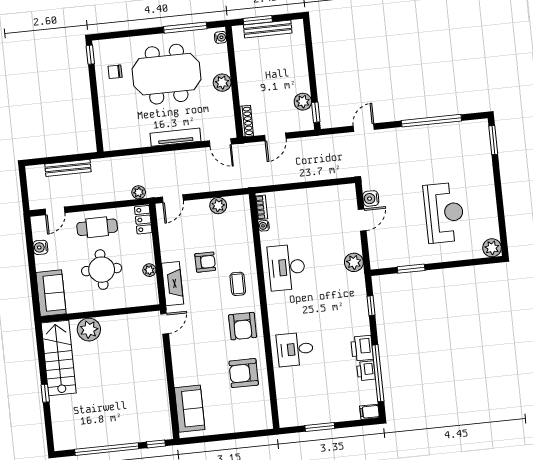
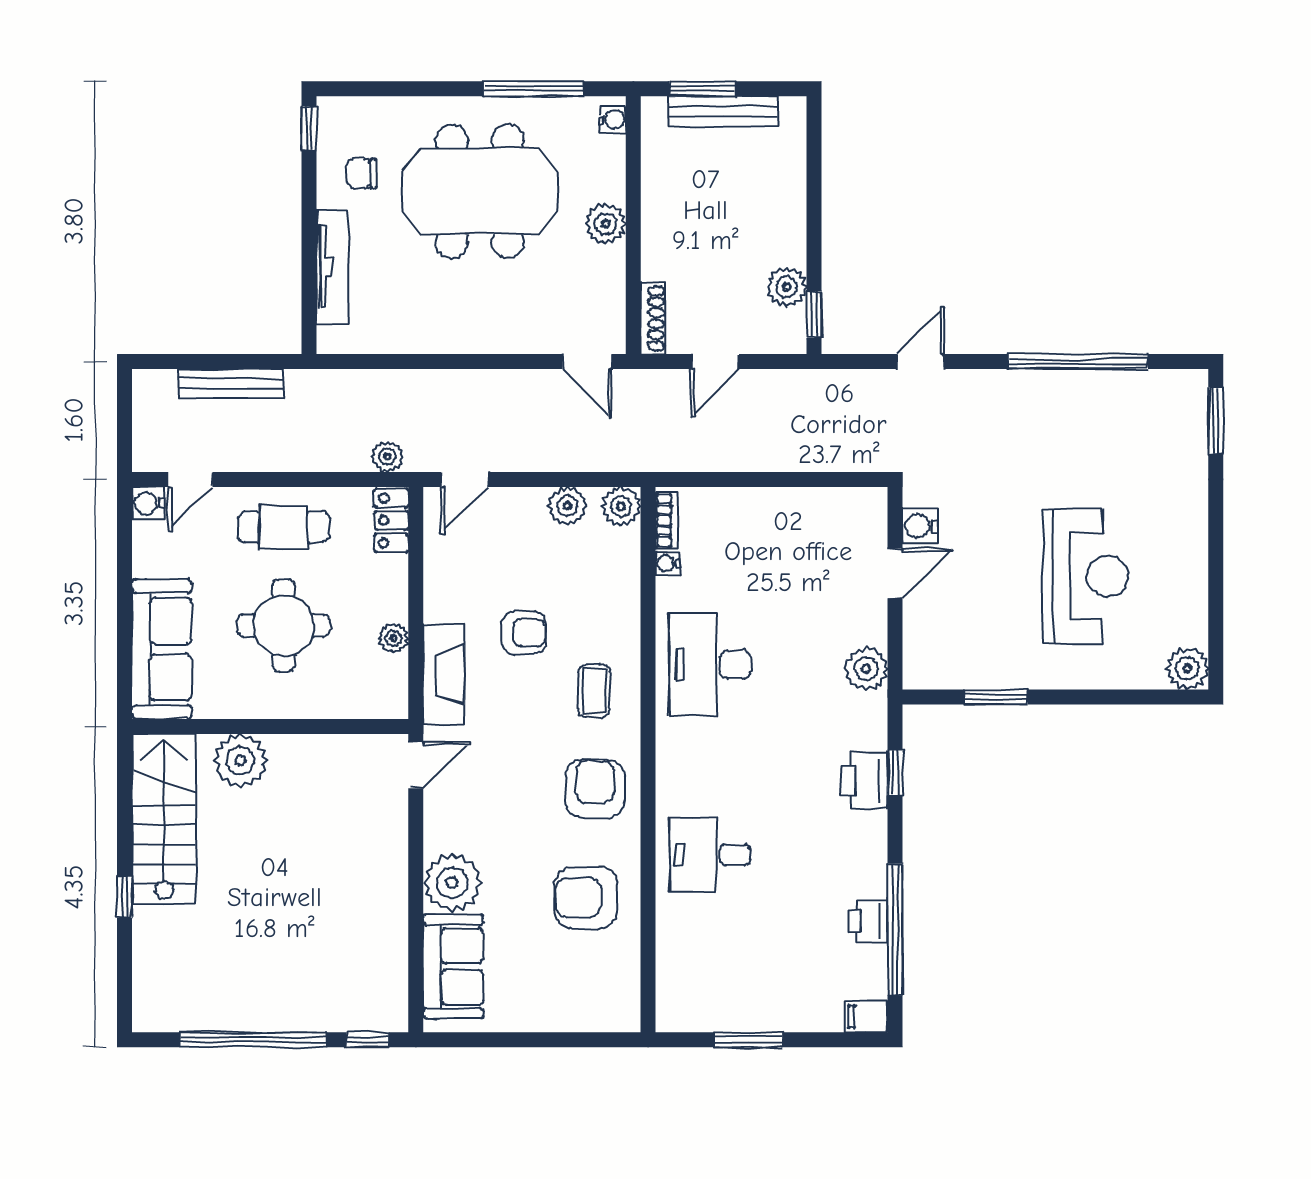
tv unit: (175, 137) -> (332, 267), moved, turned 90
plant: (241, 203) -> (621, 506), added
water cooler: (40, 247) -> (148, 503), moved
sofa: (51, 293) -> (162, 649), width x1.36
armchair: (243, 326) -> (595, 789), turned 180
printer: (362, 348) -> (864, 781), moved
plant: (185, 373) -> (452, 883), added

